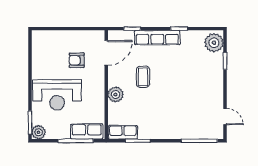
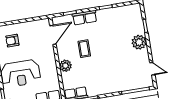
row of seats: (157, 38) -> (85, 18), width x0.68
plant: (214, 43) -> (139, 42), moved
armchair: (77, 60) -> (12, 41), moved

